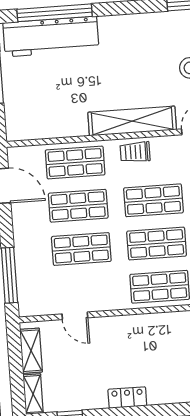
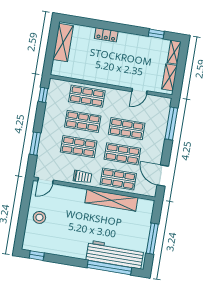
shelving: (132, 121) -> (111, 200), moved
door: (75, 316) -> (139, 91), swing flipped
locker: (127, 398) -> (106, 35), moved

